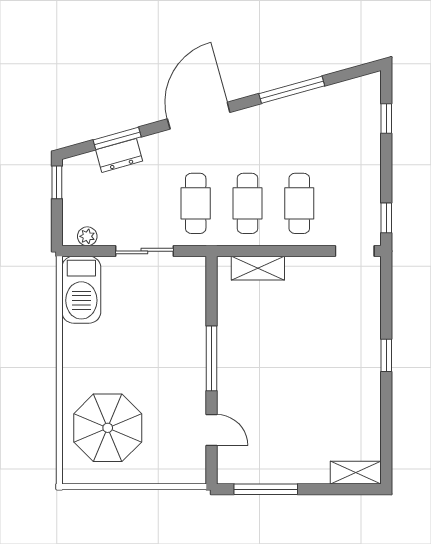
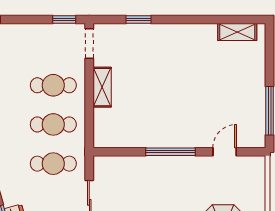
shelving: (258, 268) -> (102, 87), moved
window: (386, 355) -> (138, 19), moved
shelving: (356, 473) -> (237, 32), moved, turned 90

